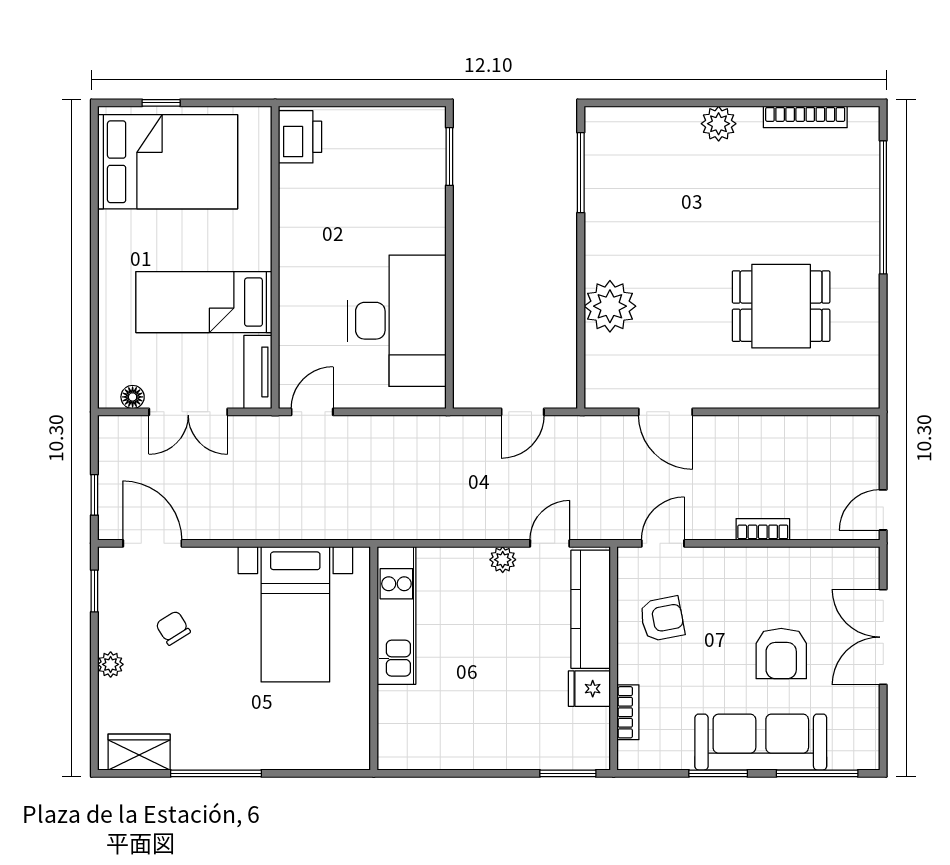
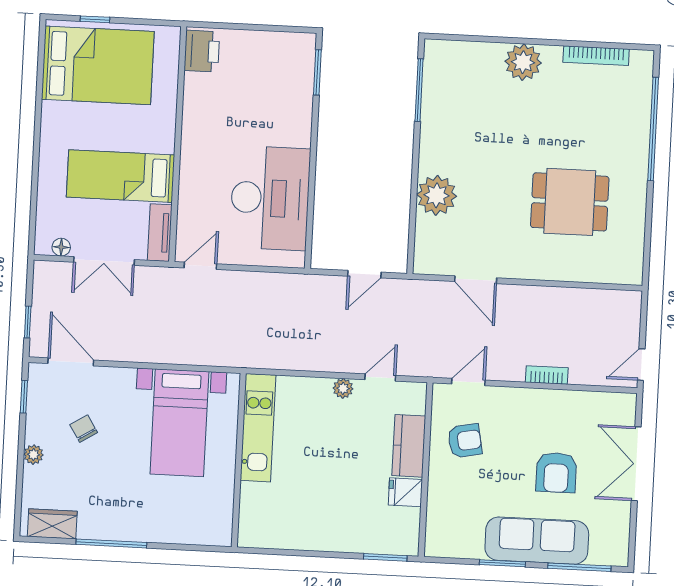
plant: (719, 124) -> (523, 62), width x1.36, depth x1.36
kitchen counter: (591, 609) -> (409, 446), width x0.67
bookcase: (628, 712) -> (434, 512), removed

